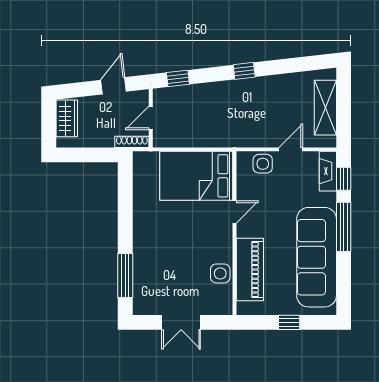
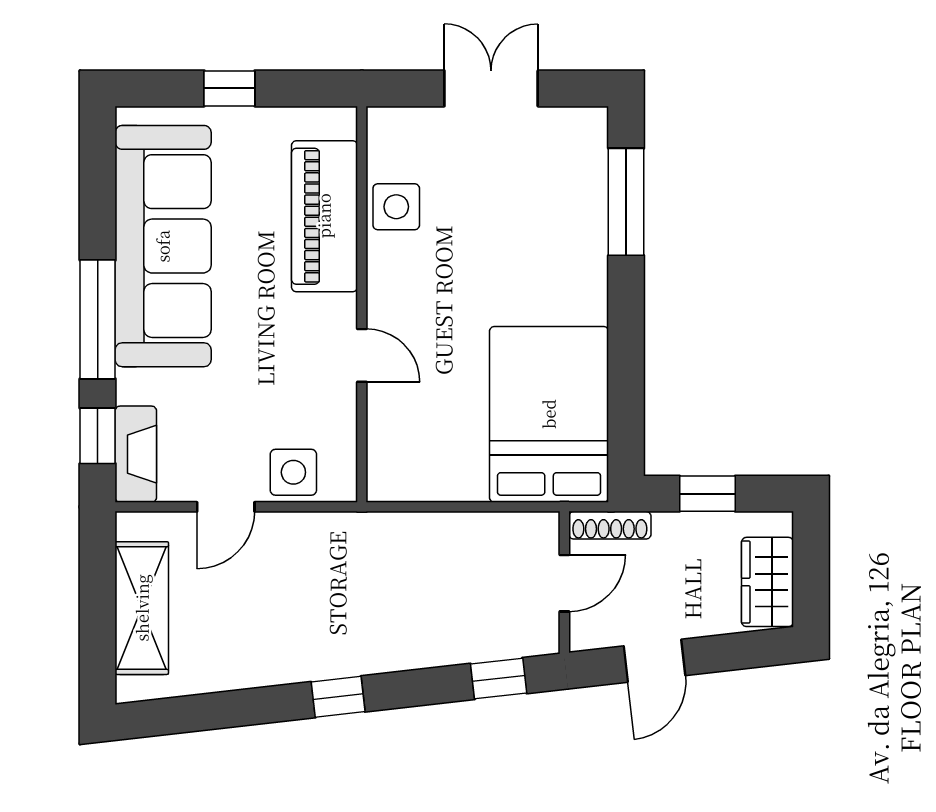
window: (92, 155) -> (707, 494), added
bed: (196, 176) -> (549, 414), moved, turned -90
door: (234, 212) -> (362, 355), swing flipped

